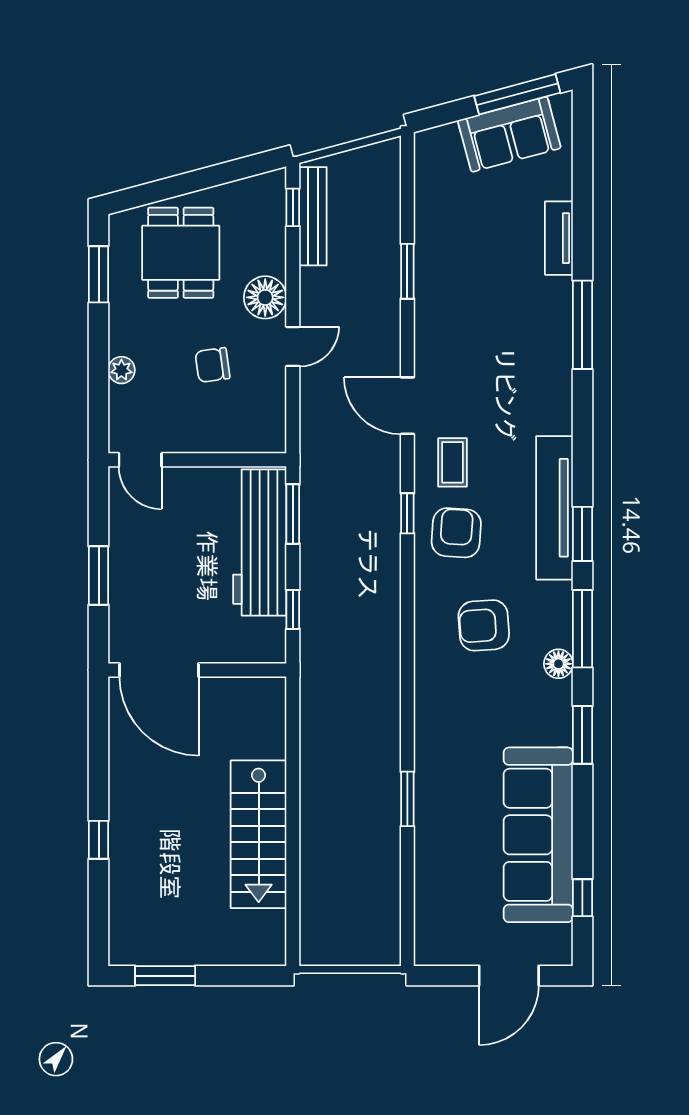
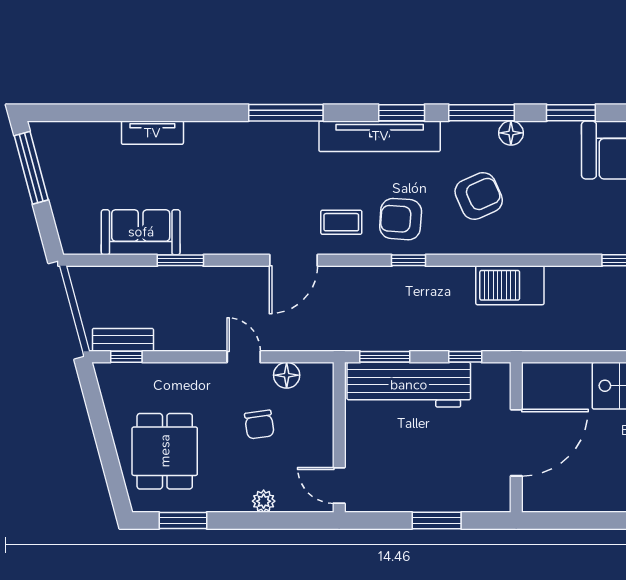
sofa: (509, 134) -> (141, 232), moved, turned -75
bench: (313, 216) -> (123, 340), width x0.73
dining table: (181, 253) -> (165, 451), turned 90
floor lamp: (265, 297) -> (287, 375), moved, width x0.73, depth x0.73
window: (582, 325) -> (286, 113), moved
door: (140, 460) -> (339, 485), swing flipped
window: (407, 513) -> (409, 260), moved
armchair: (484, 625) -> (479, 196), turned -110
barbecue: (378, 662) -> (510, 285), added
door: (159, 670) -> (516, 443), moved

